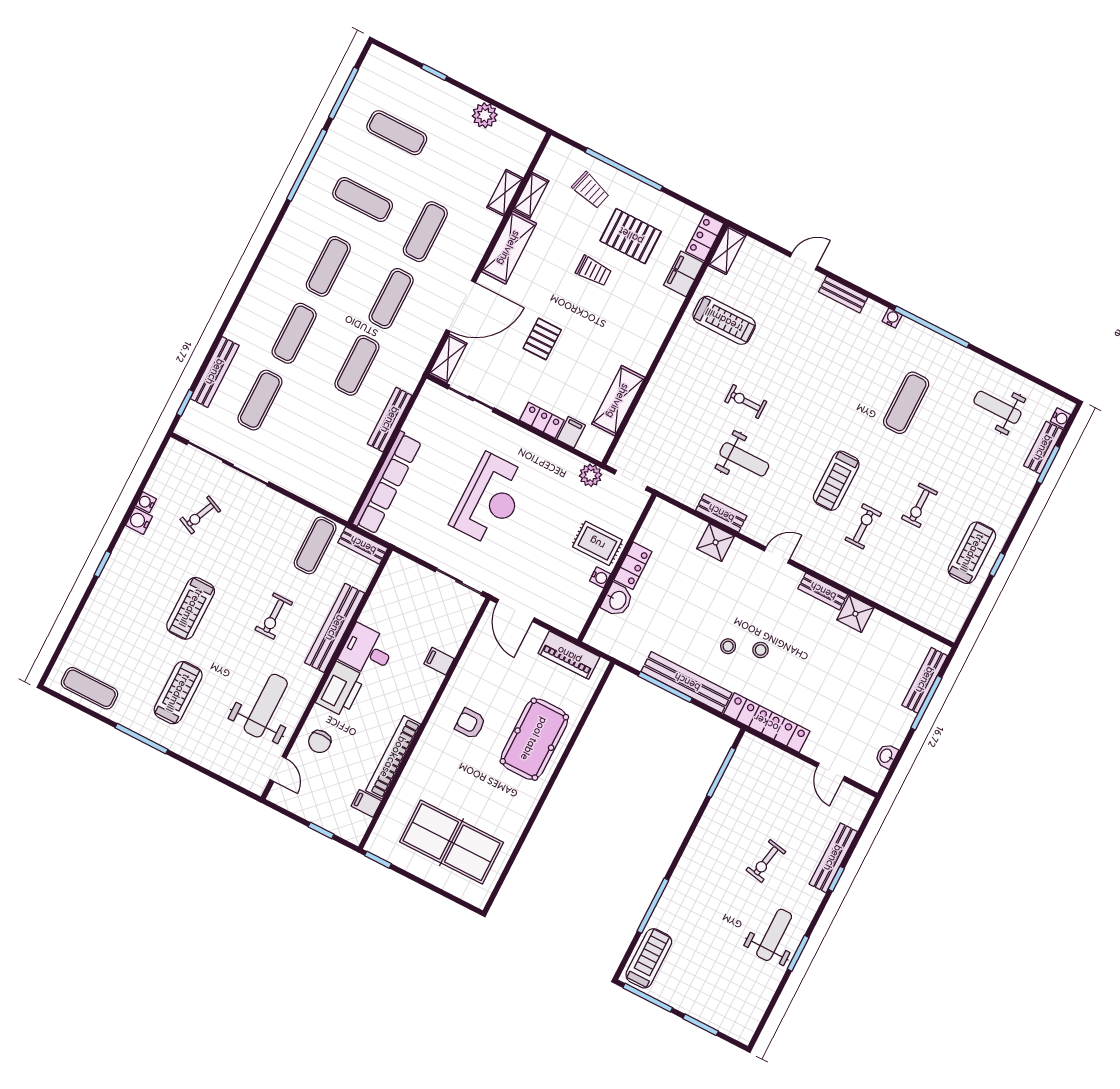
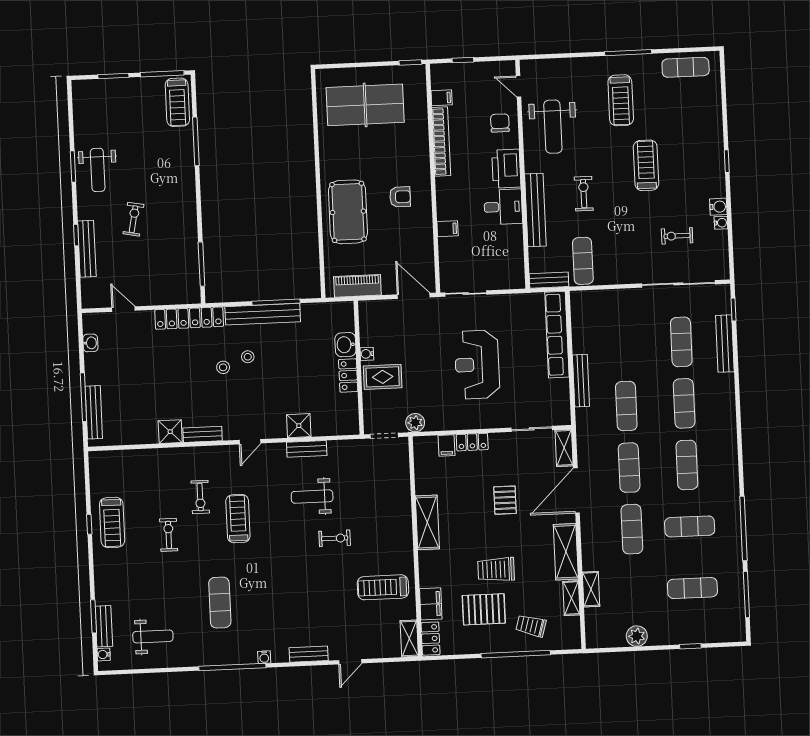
trolley: (593, 271) -> (496, 569), width x1.36, depth x1.39
shelving: (618, 401) -> (427, 522), moved
exercise bike: (200, 515) -> (677, 236), turned -114

